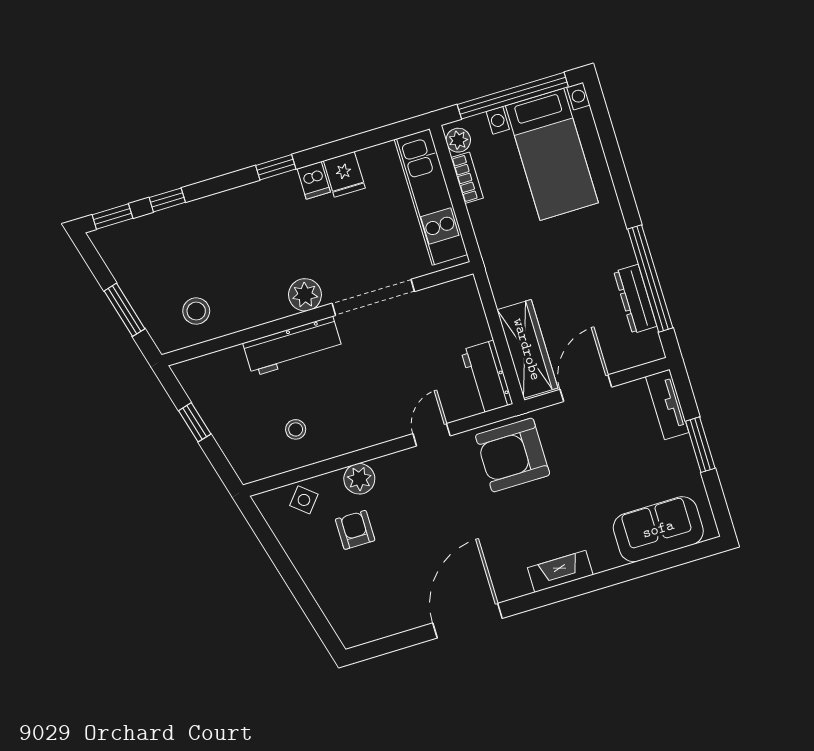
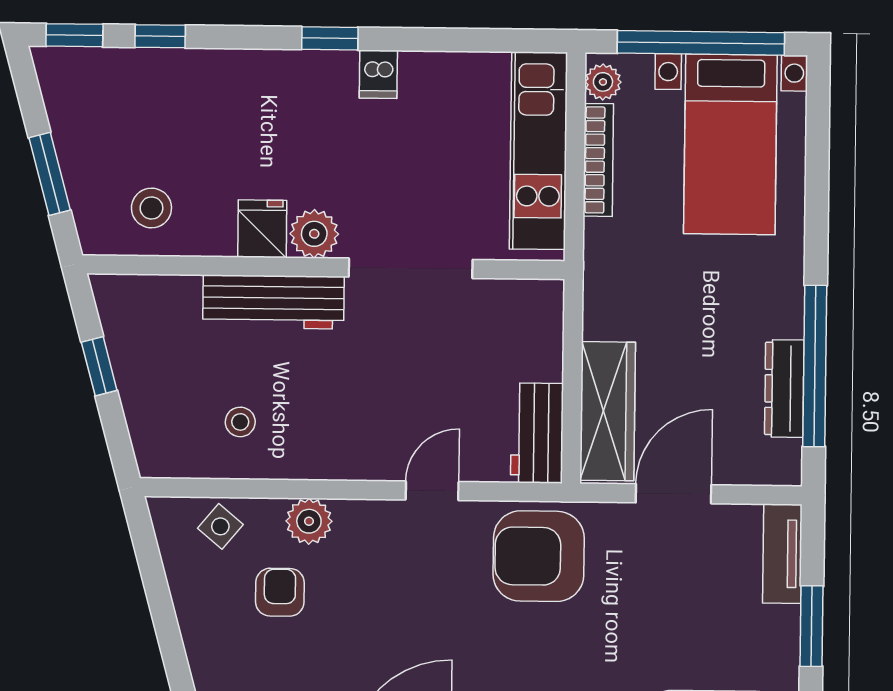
fridge: (344, 174) -> (262, 229), moved, turned 180
bookcase: (467, 178) -> (598, 160), width x1.56

